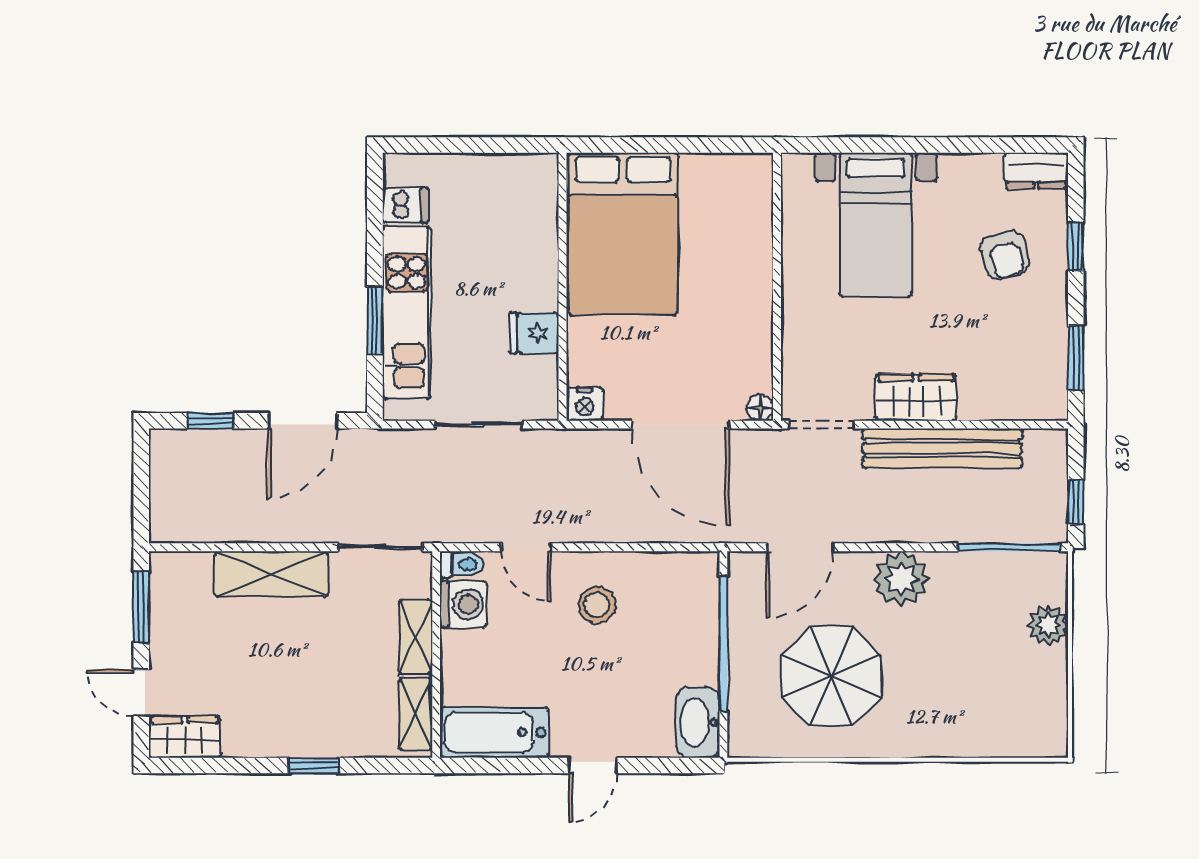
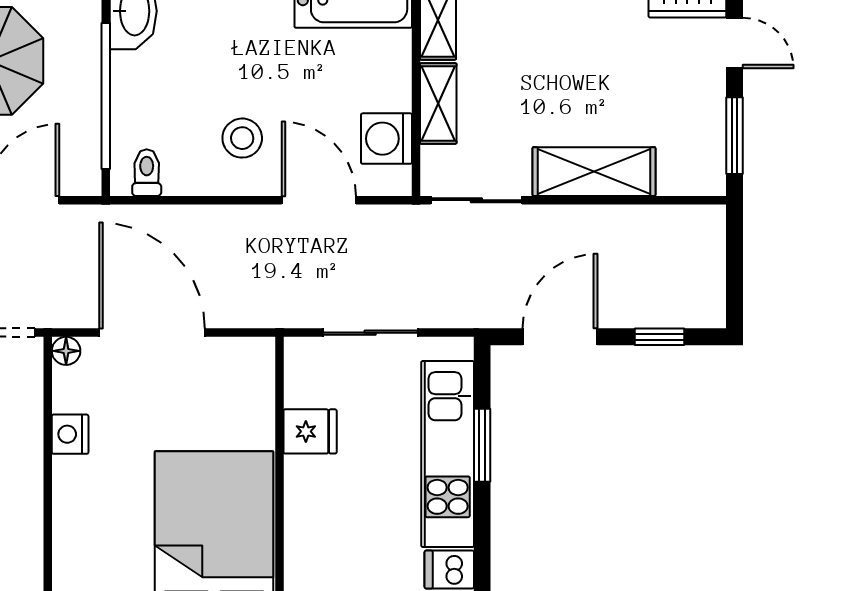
nightstand: (585, 404) -> (70, 434), moved, turned -90
door: (526, 547) -> (319, 200), width x1.38
toilet: (462, 564) -> (147, 173), moved, turned 90

